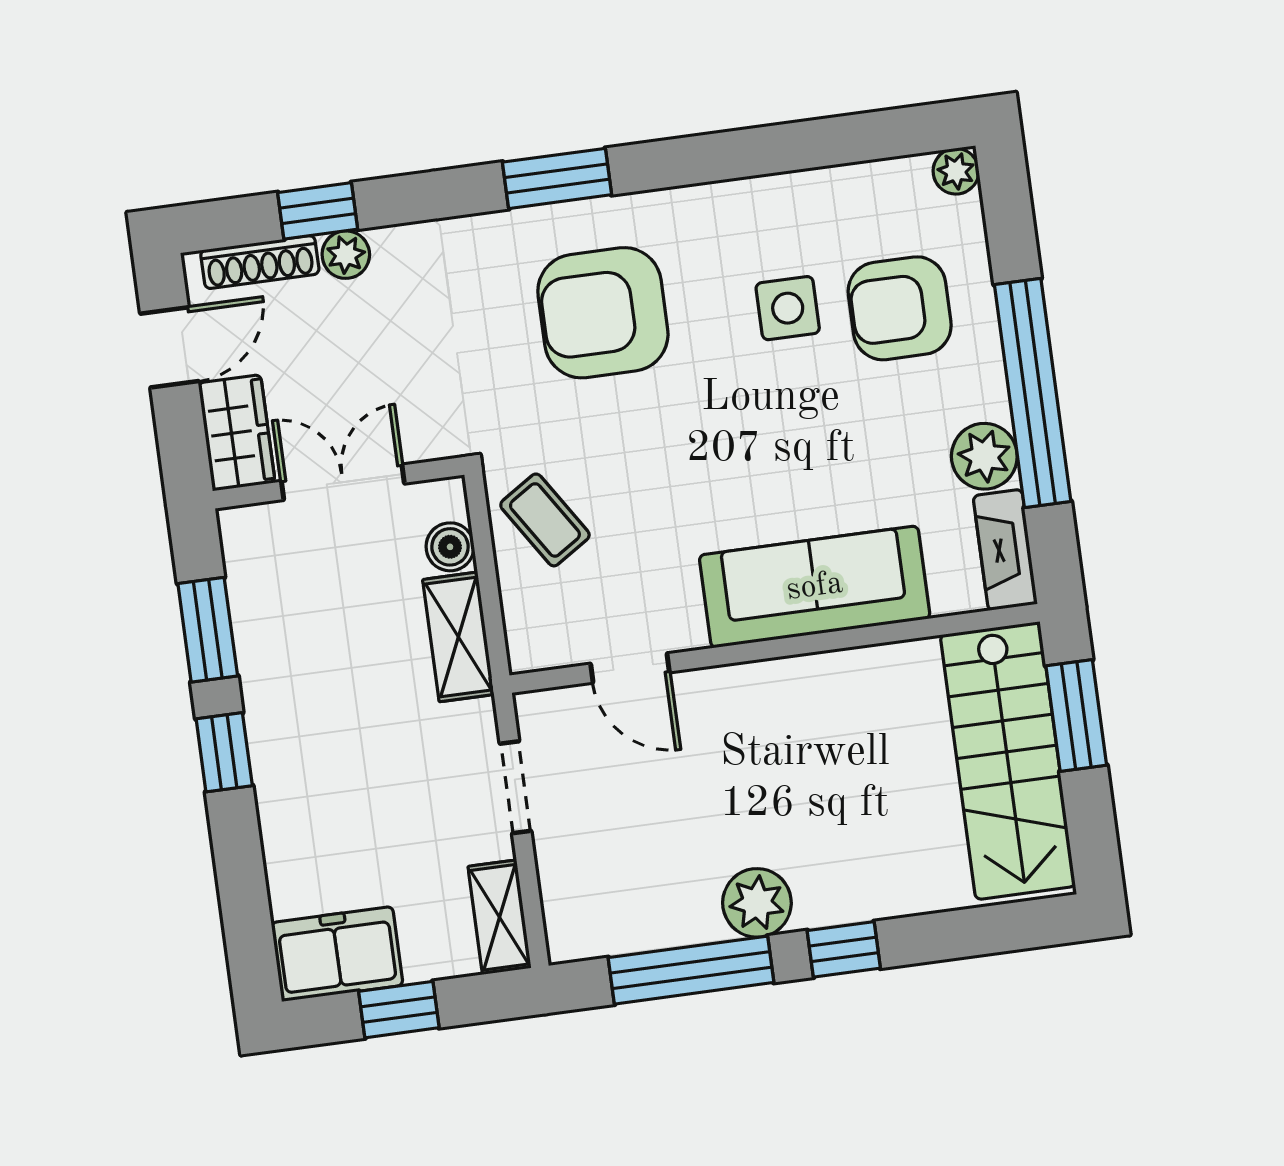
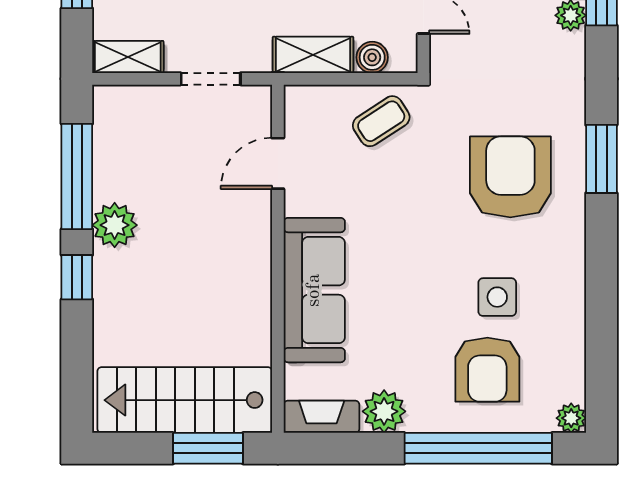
armchair: (900, 308) -> (487, 370), turned 180
window: (1033, 393) -> (478, 448), moved

